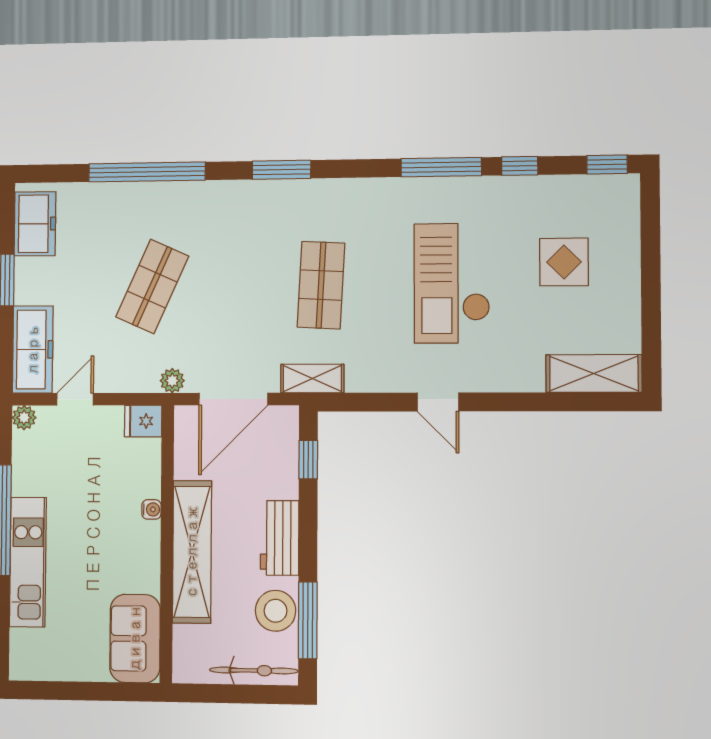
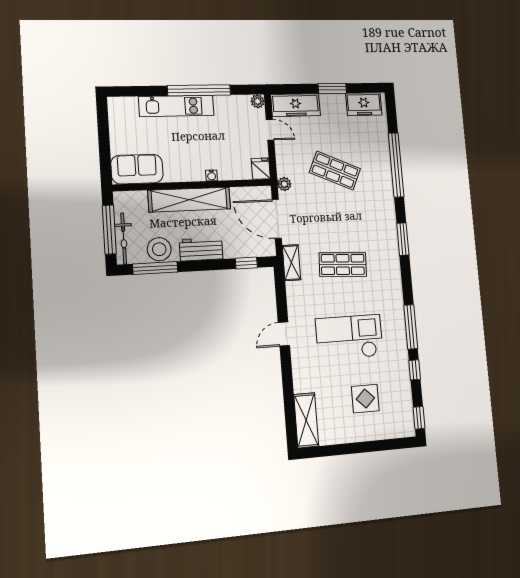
window: (237, 694) -> (109, 230), added

